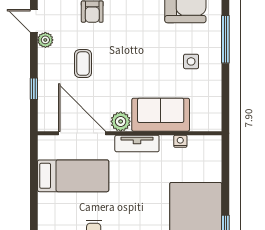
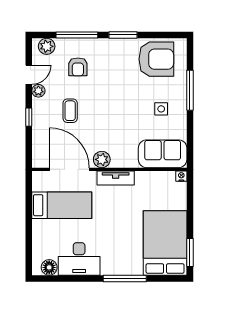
door: (34, 21) -> (29, 75), swing flipped
window: (34, 89) -> (29, 117), moved
sofa: (161, 115) -> (163, 154), moved
nightstand: (180, 141) -> (181, 176), moved

